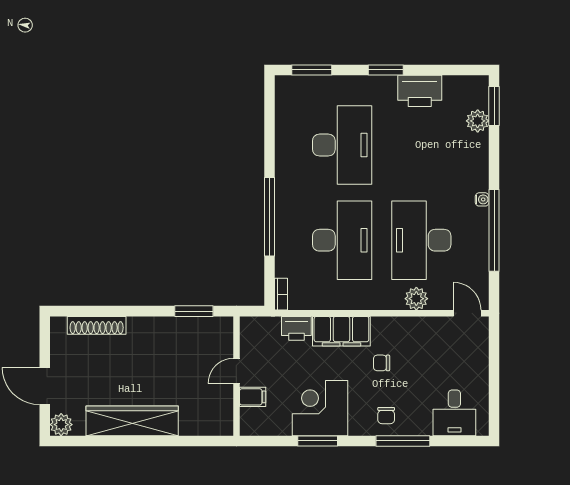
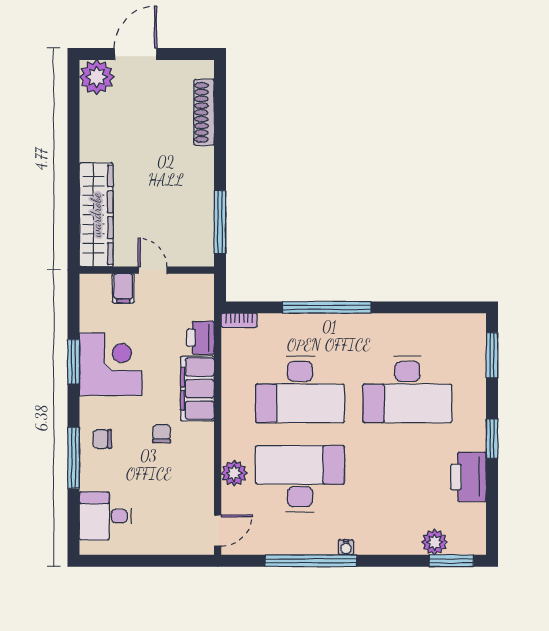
window: (194, 311) -> (220, 222), width x1.44
wardrobe: (132, 421) -> (96, 215), moved
plant: (61, 425) -> (97, 77), width x1.36, depth x1.36

